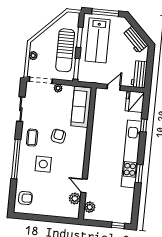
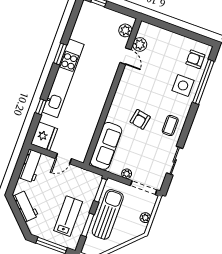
lab bench: (98, 40) -> (68, 216), width x0.73, depth x0.72
window: (16, 159) -> (203, 82), moved
side table: (43, 164) -> (183, 85), moved

